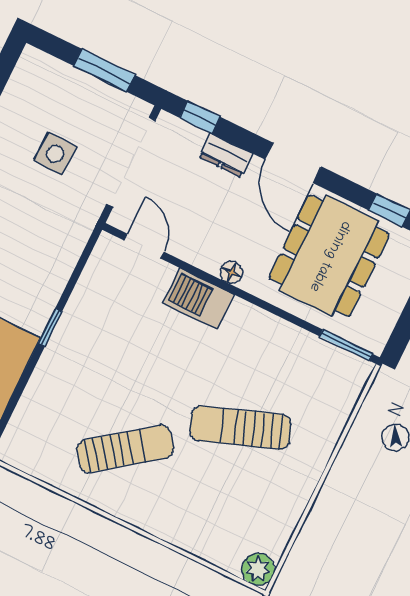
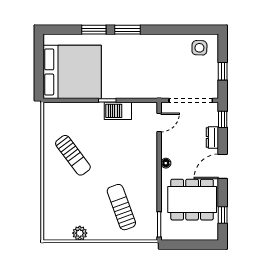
window: (104, 70) -> (223, 71), width x0.67
side table: (55, 154) -> (199, 48), moved
barbecue: (199, 299) -> (118, 111), moved, turned -90
sun lounger: (240, 428) -> (121, 207), moved
plant: (258, 569) -> (80, 233), moved

